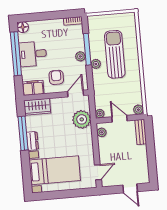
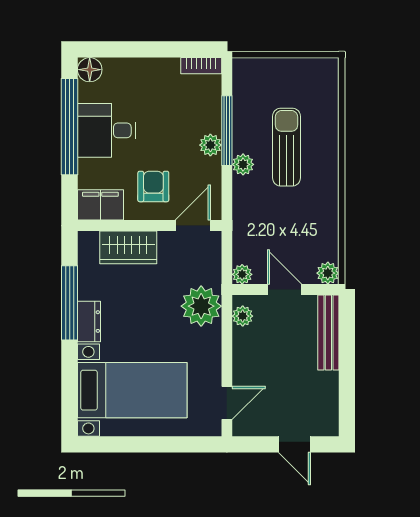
sun lounger: (115, 54) -> (286, 147), width x0.73, depth x0.75
wardrobe: (37, 107) -> (128, 247), moved
plant: (82, 119) -> (201, 306), moved
bench: (141, 132) -> (328, 333), width x1.36

